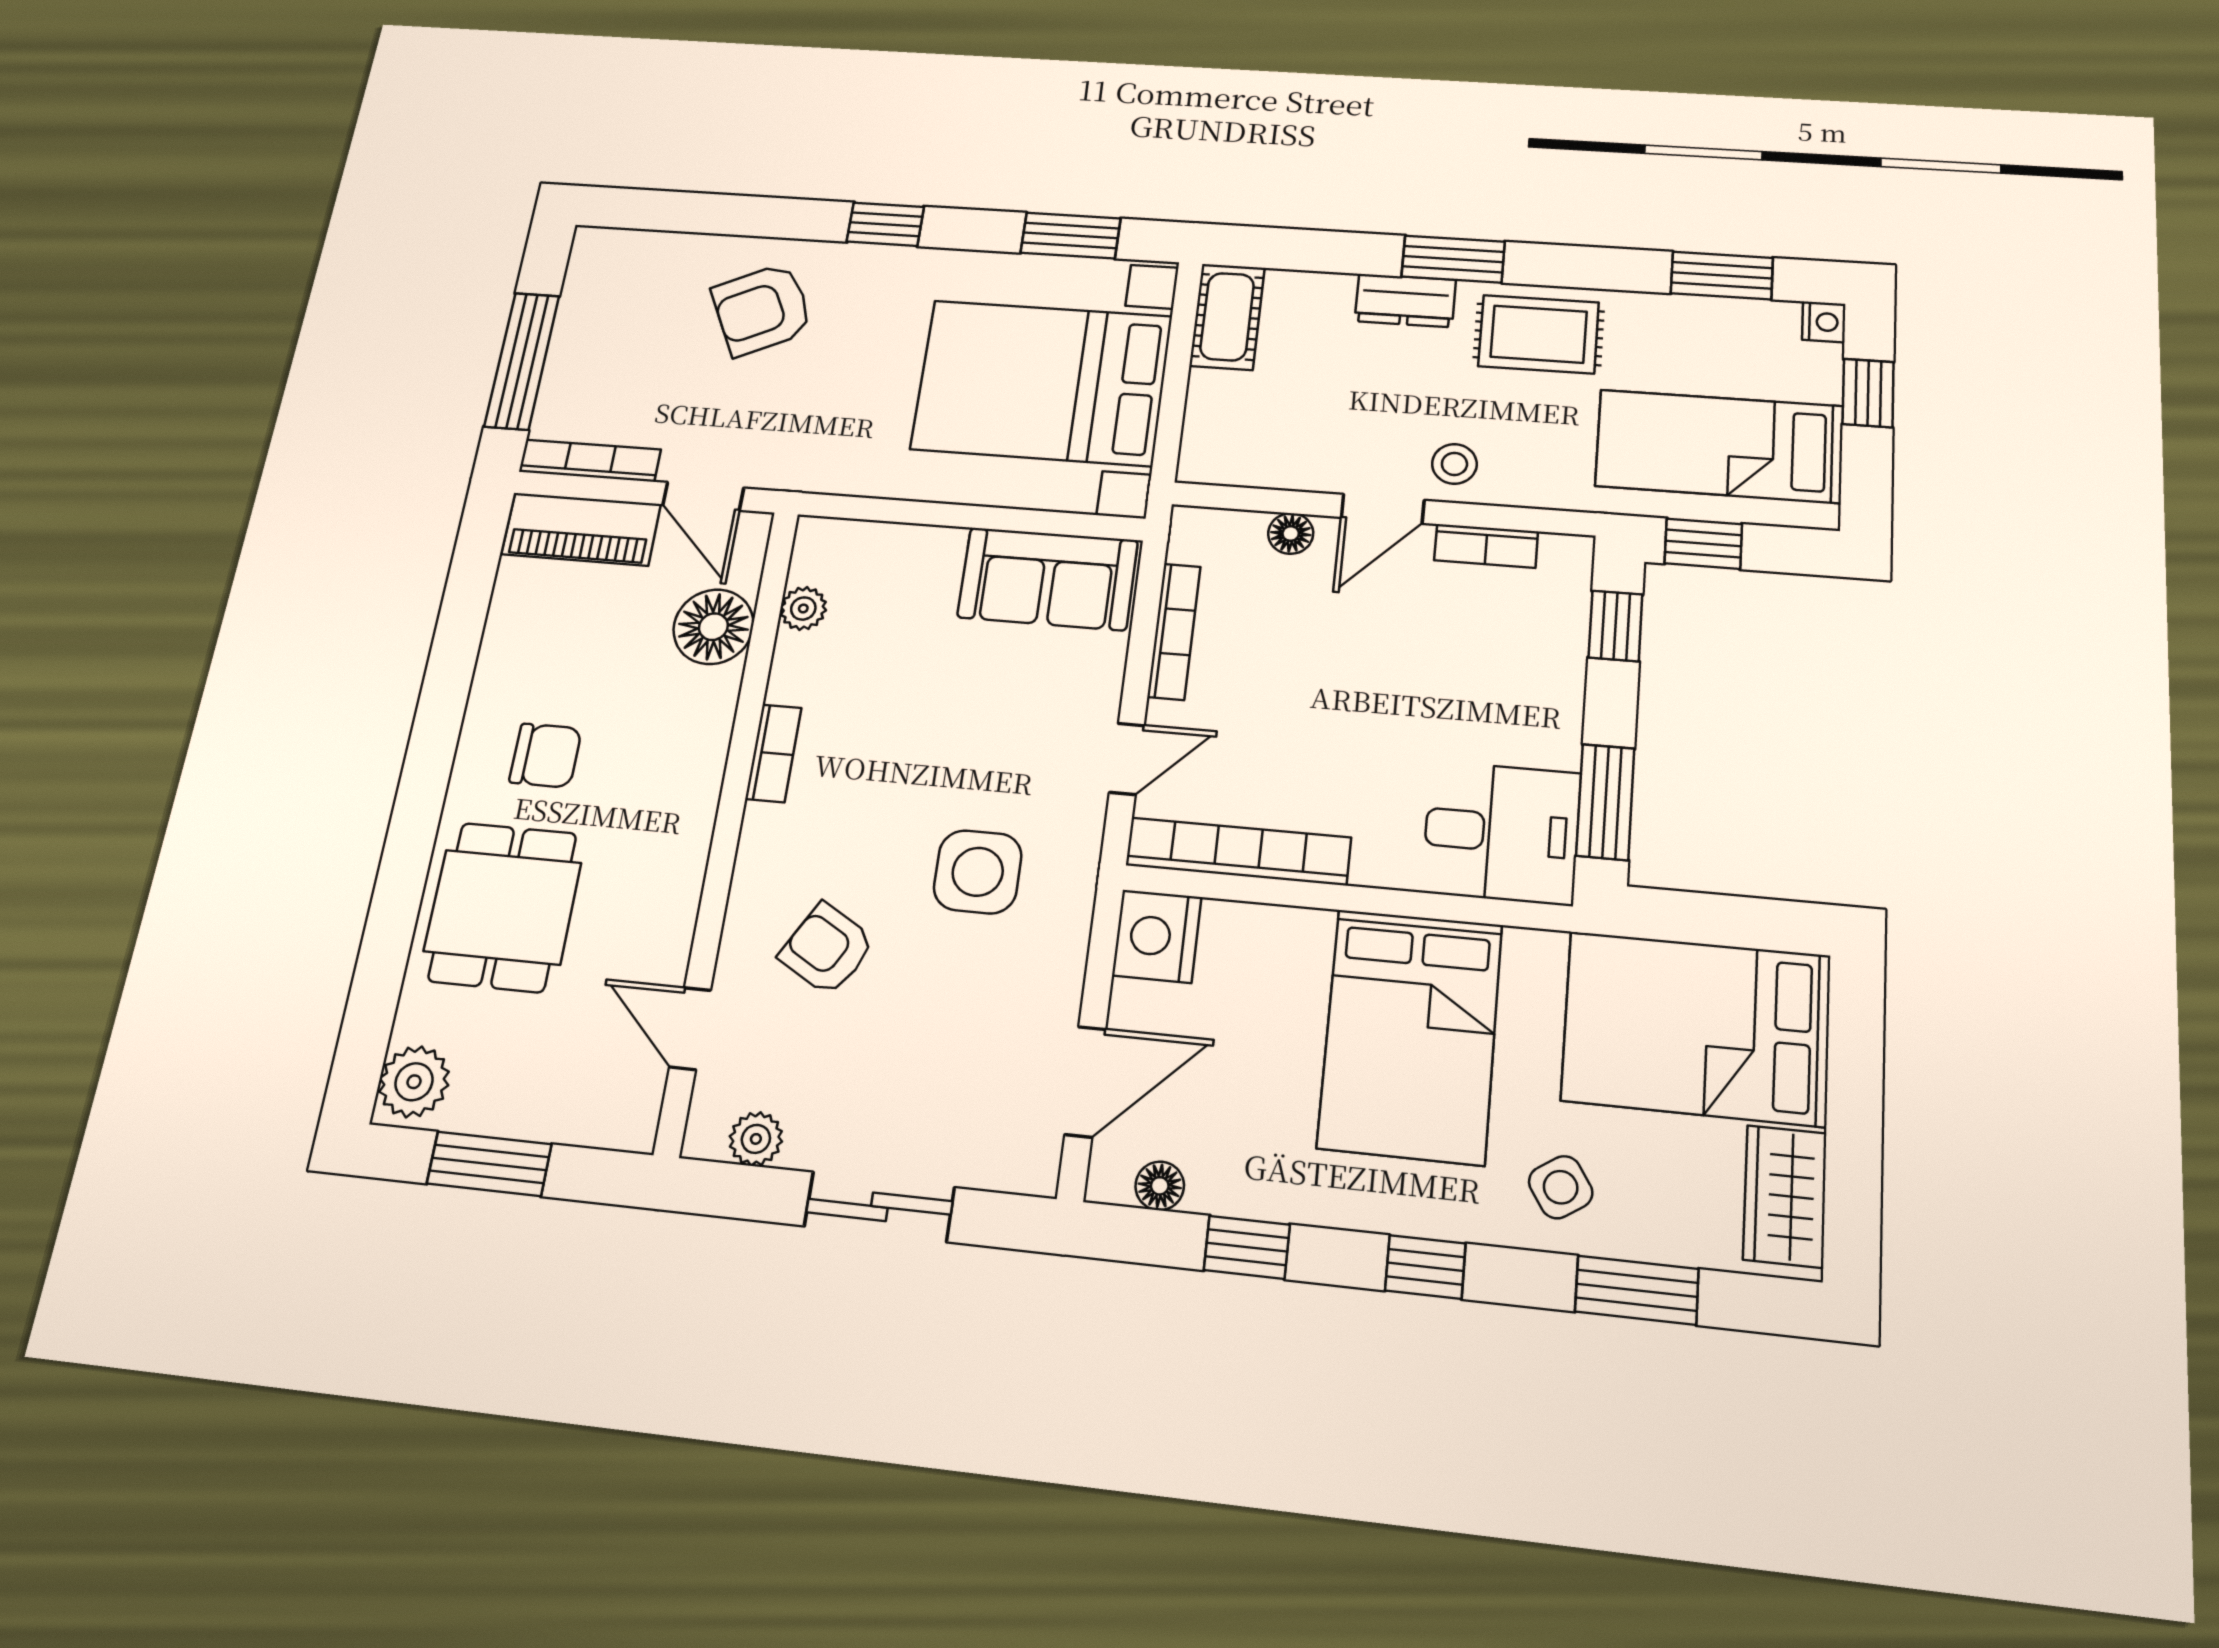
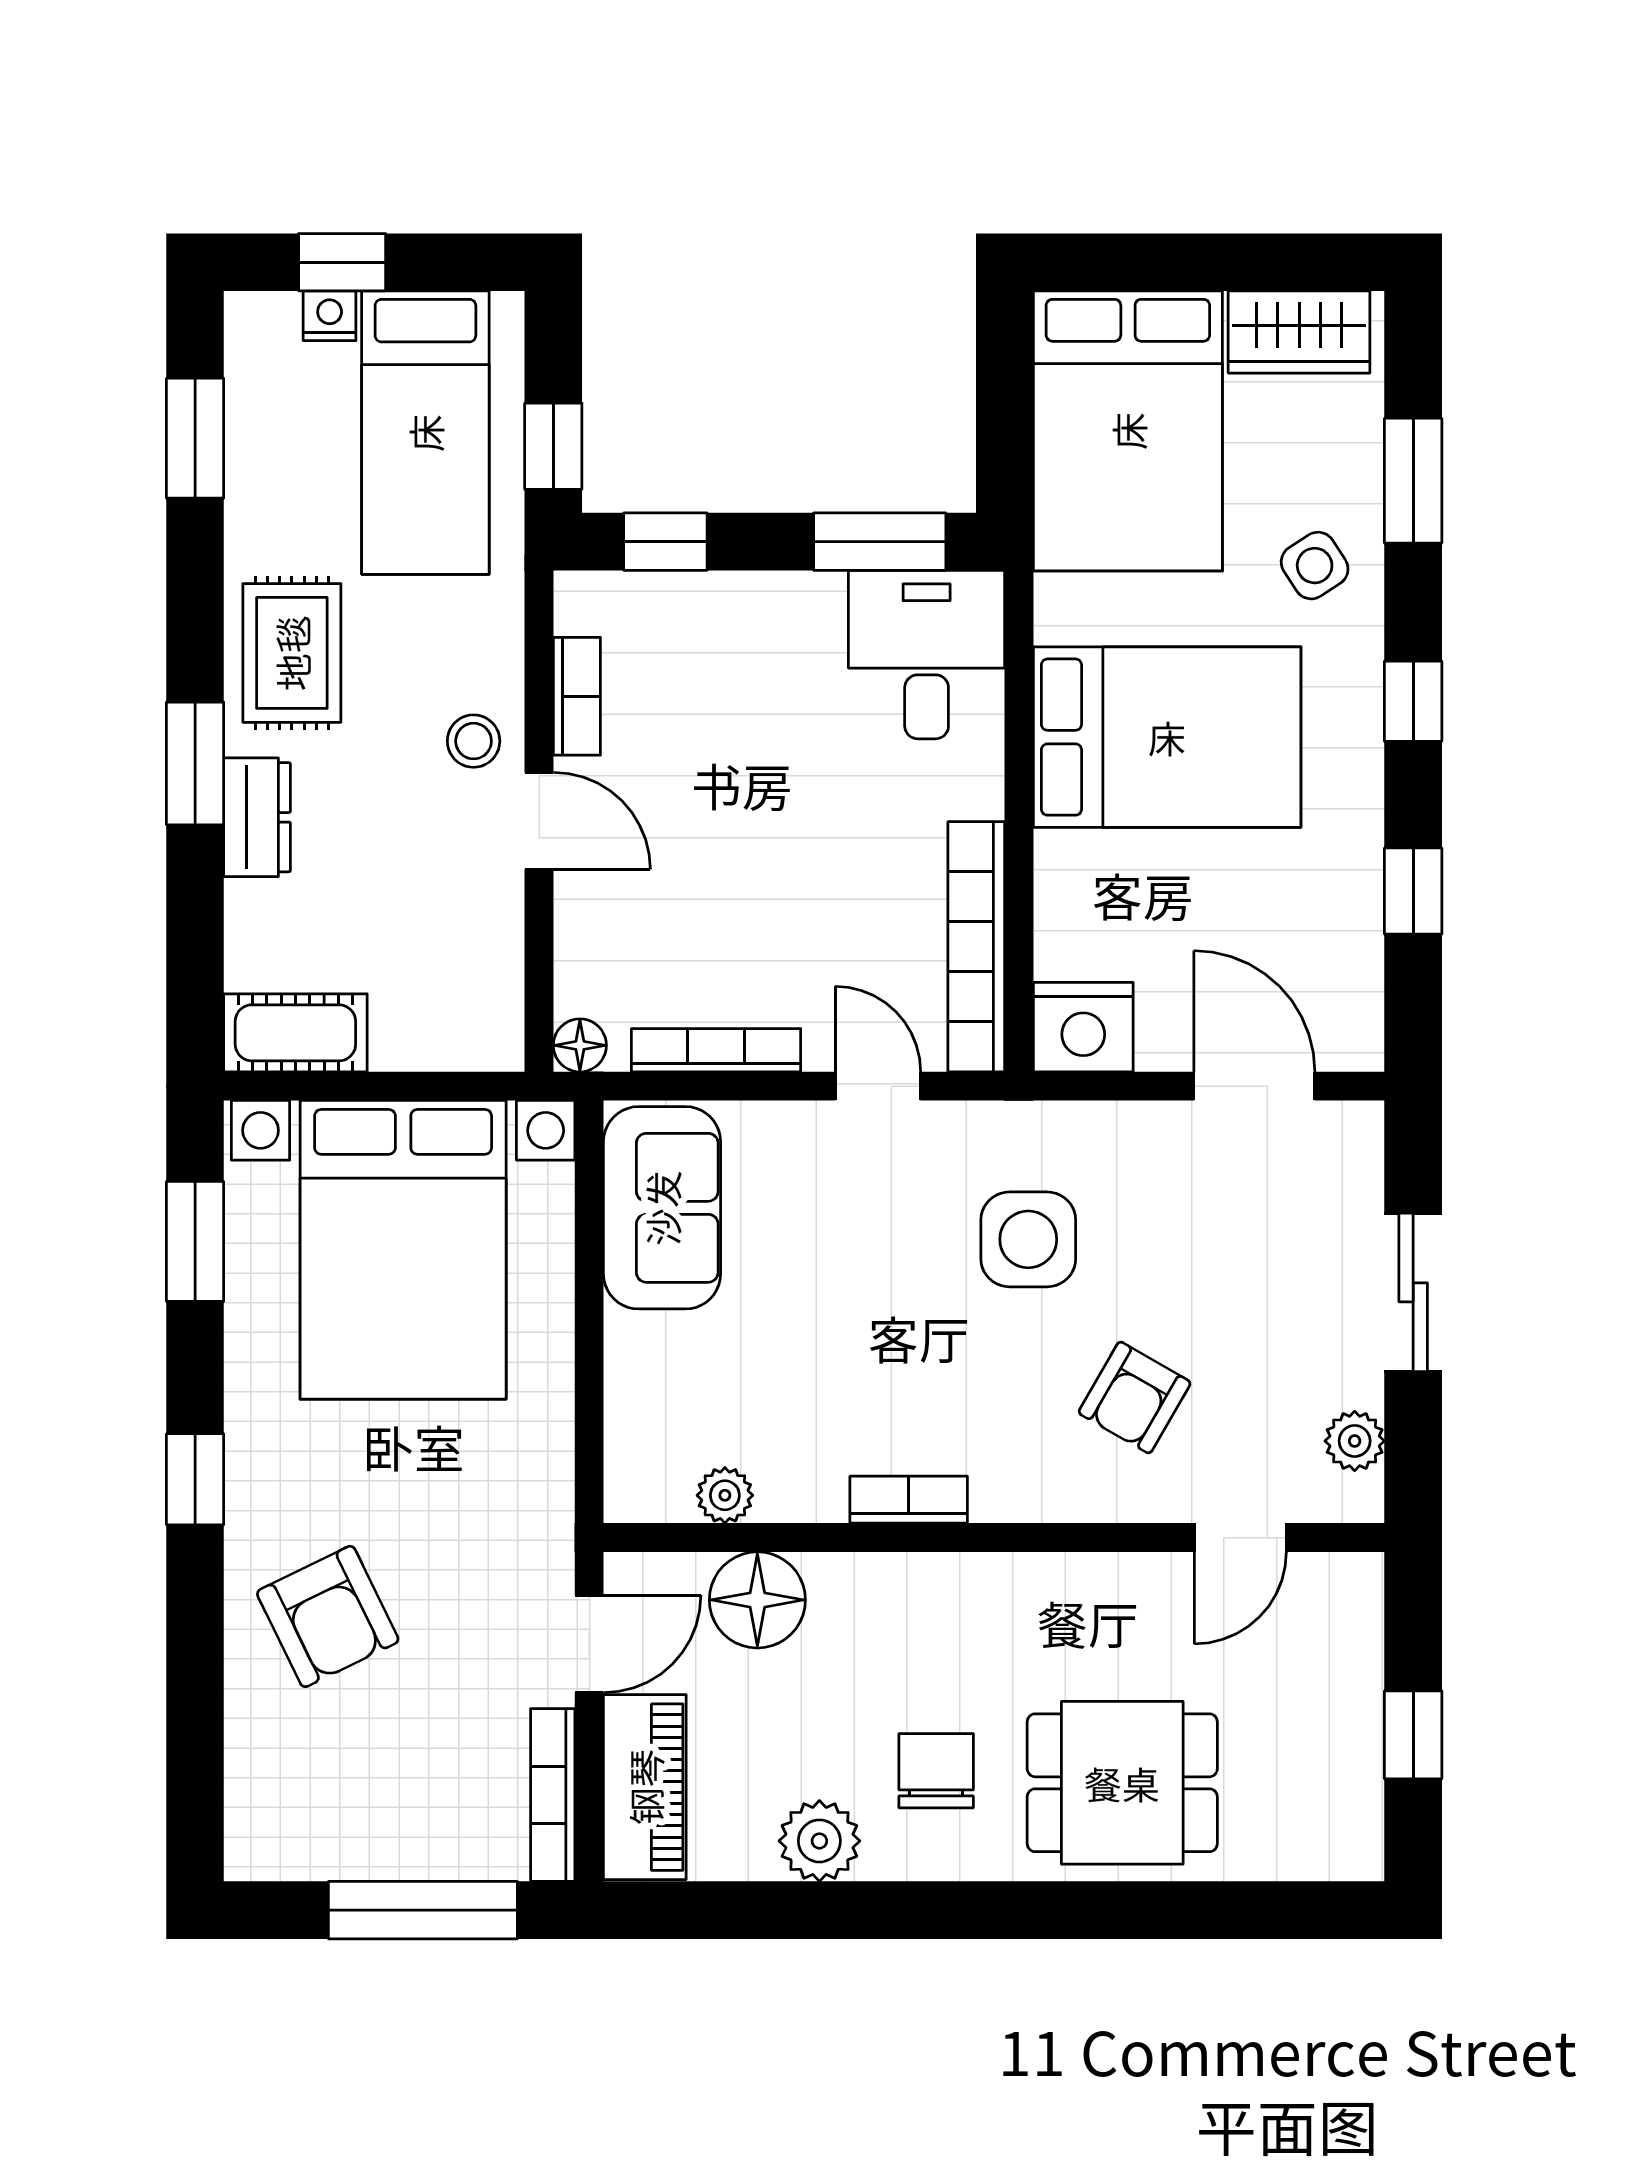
nightstand: (1824, 322) -> (330, 316), moved
floor lamp: (1291, 534) -> (580, 1045), moved
plant: (414, 1082) -> (819, 1841), moved
window: (489, 1164) -> (1413, 1735), width x0.67
floor lamp: (1160, 1186) -> (1358, 991), removed

